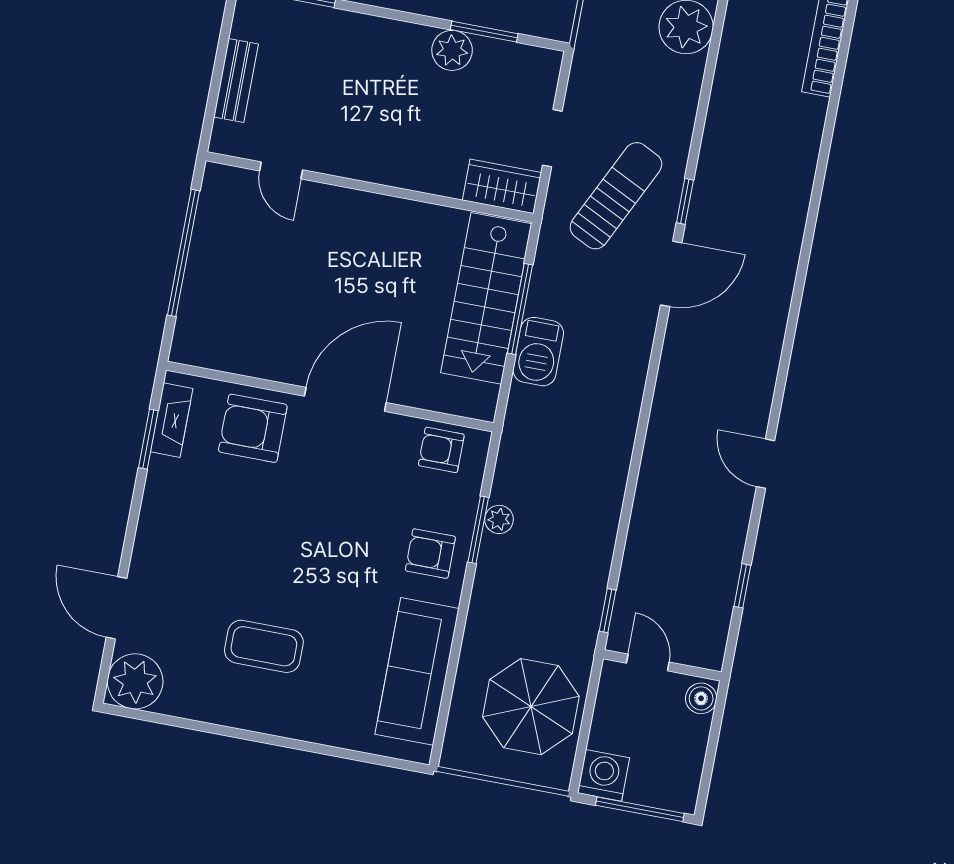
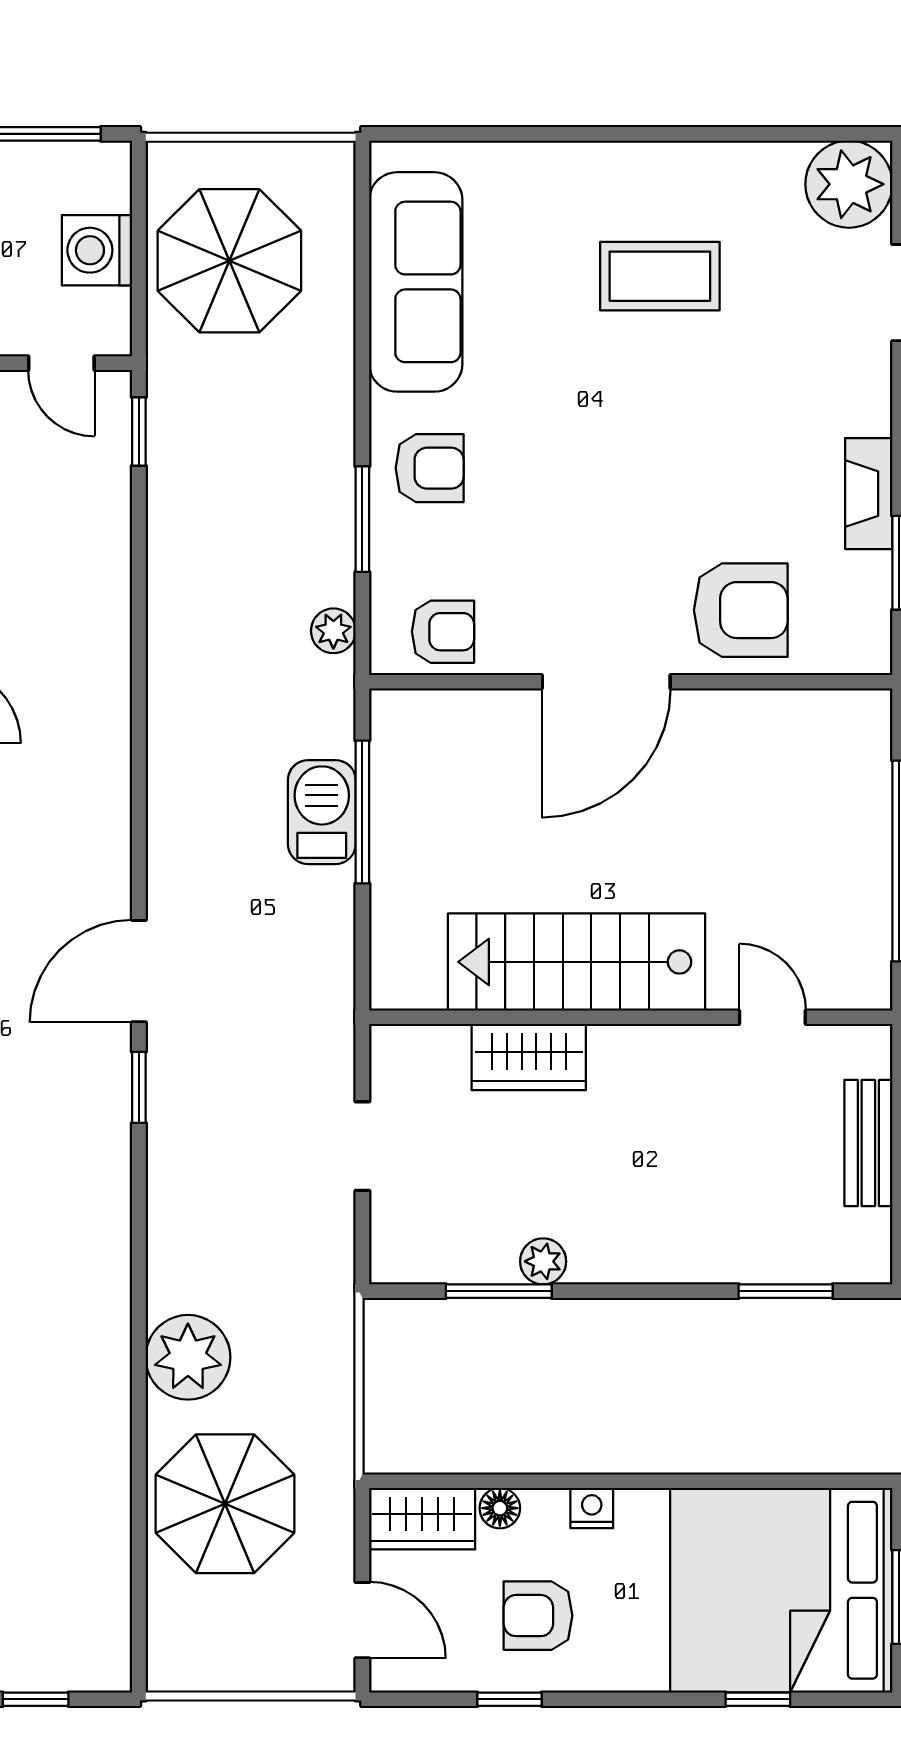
plant: (452, 50) -> (543, 1261), width x0.73, depth x0.73
wardrobe: (502, 186) -> (529, 1057), moved
sun lounger: (616, 196) -> (247, 1076), removed
stairs: (486, 298) -> (577, 962), moved, turned -90
window: (520, 309) -> (362, 812), moved
fireplace: (172, 420) -> (869, 494), moved
plant: (499, 519) -> (333, 631), moved
washing machine: (604, 775) -> (97, 250), moved, turned 90

